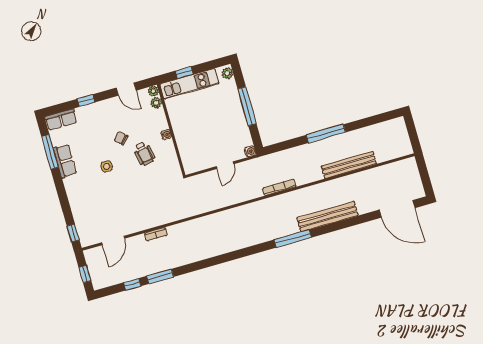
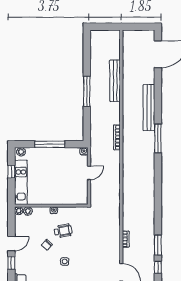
window: (184, 73) -> (11, 172), moved
door: (126, 89) -> (11, 244), moved
door: (225, 165) -> (89, 173), hinge flipped

